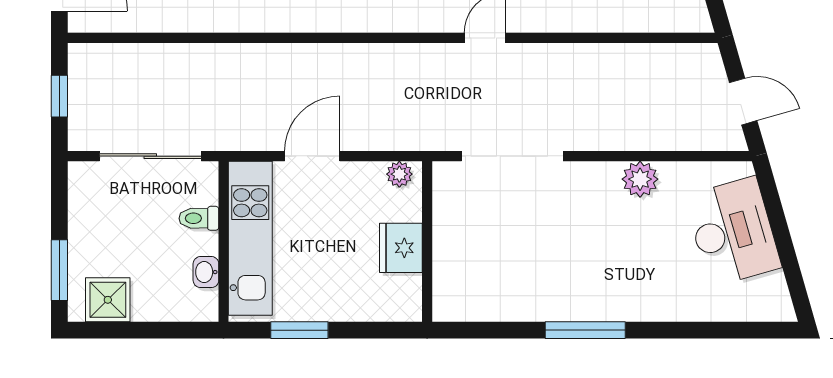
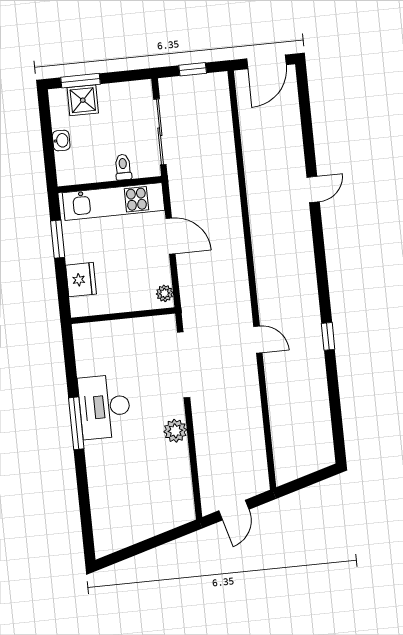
plant: (640, 179) -> (175, 431), moved
desk: (733, 232) -> (105, 407), moved, turned 106
fridge: (401, 248) -> (81, 280), moved, turned 90
washbasin: (206, 272) -> (61, 140), moved, turned 90
shower: (108, 300) -> (83, 100), moved

